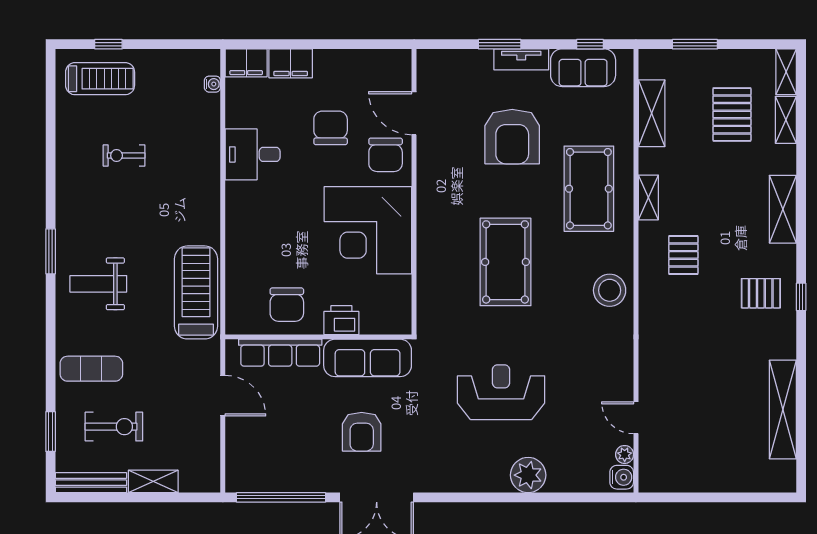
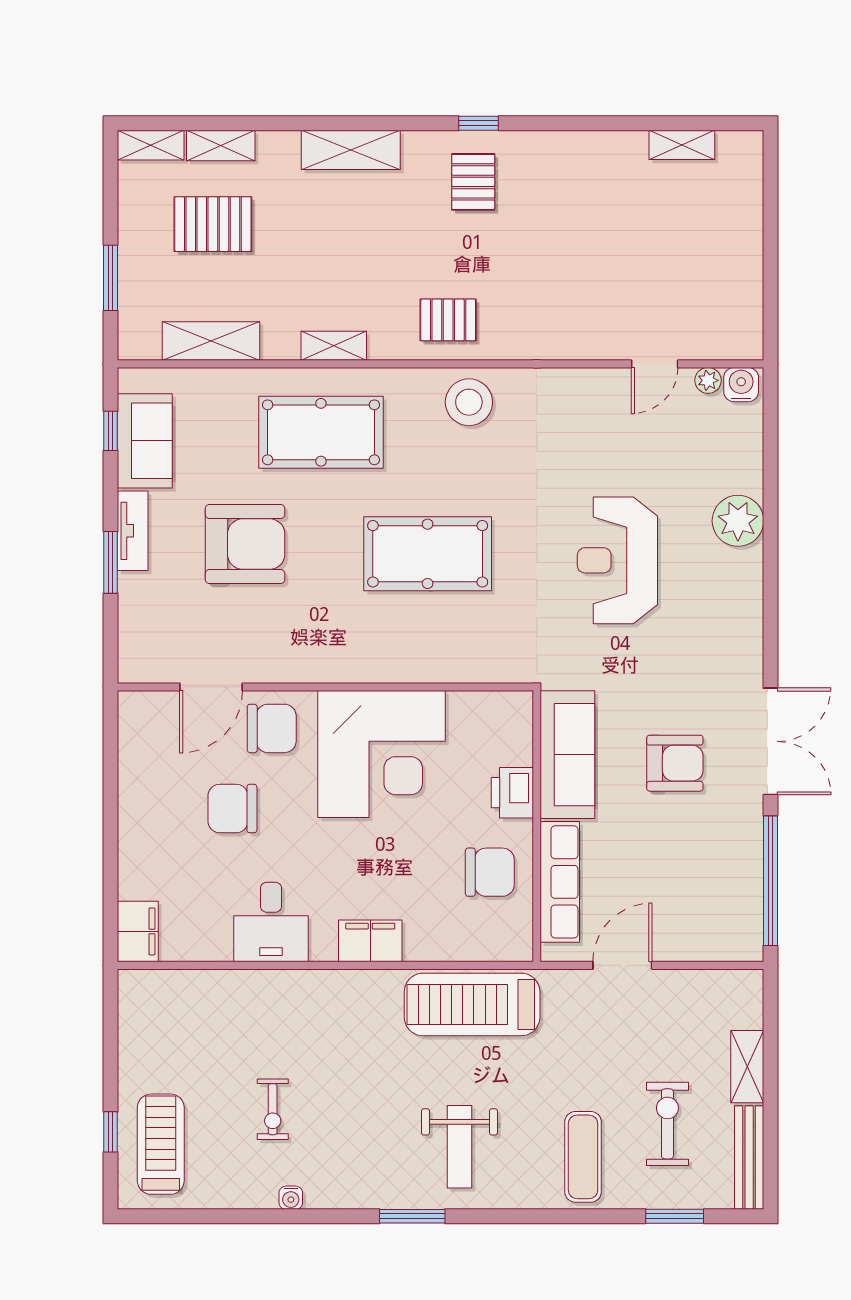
filing cabinet: (291, 63) -> (370, 941), moved, turned -90
water cooler: (212, 84) -> (291, 1198), moved, turned 180
pallet: (683, 255) -> (448, 320), moved
shelving: (783, 409) -> (682, 145), width x0.45, depth x0.75

